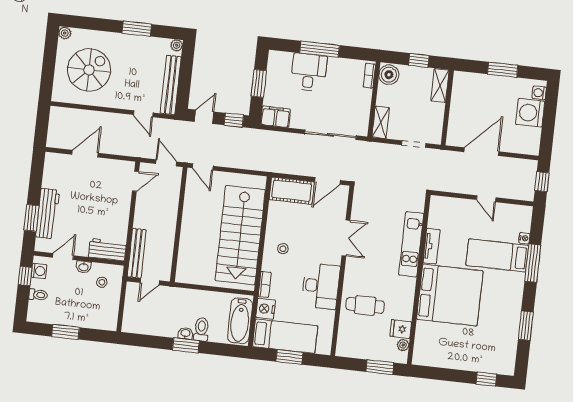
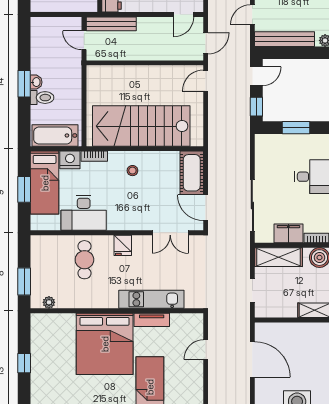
door: (204, 117) -> (256, 76), hinge flipped
filing cabinet: (275, 117) -> (288, 233), moved, turned -90
shelving: (381, 122) -> (279, 257), width x1.50, depth x1.33
door: (136, 181) -> (184, 15), hinge flipped
door: (486, 199) -> (206, 350), moved
double door: (346, 238) -> (170, 233), moved
desk: (321, 286) -> (84, 213), moved
fridge: (401, 329) -> (123, 245), moved, turned 180
window: (486, 379) -> (24, 363), moved

